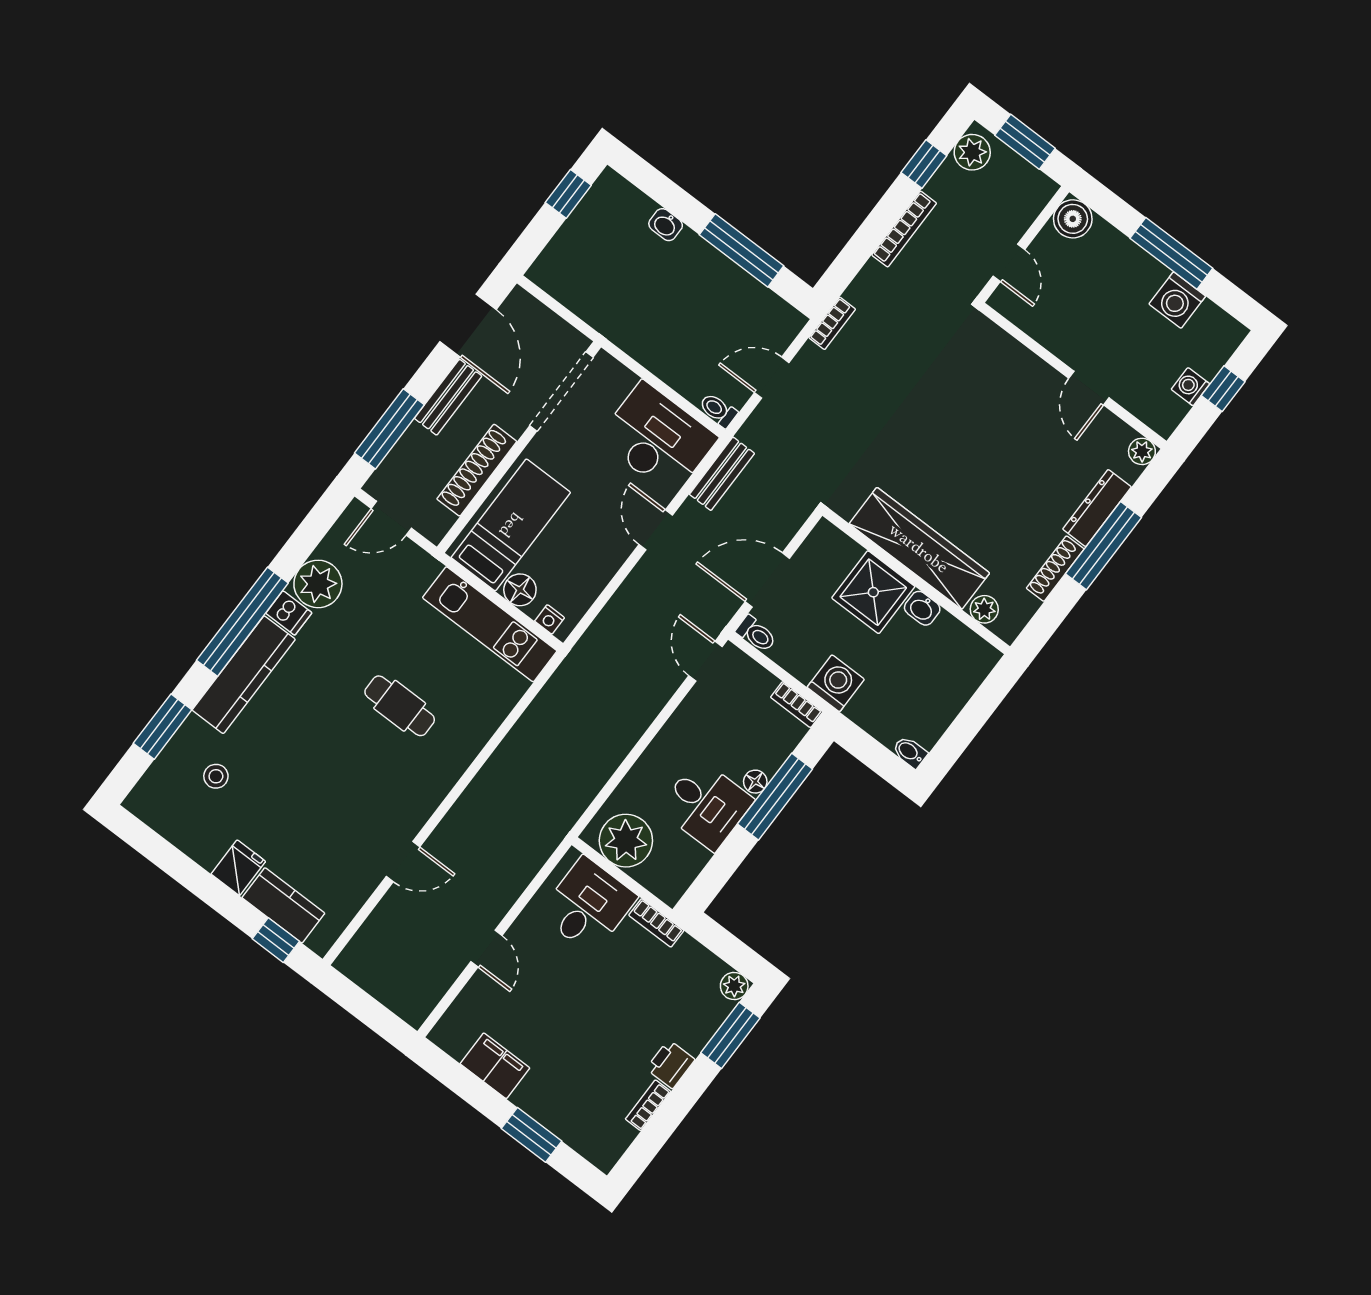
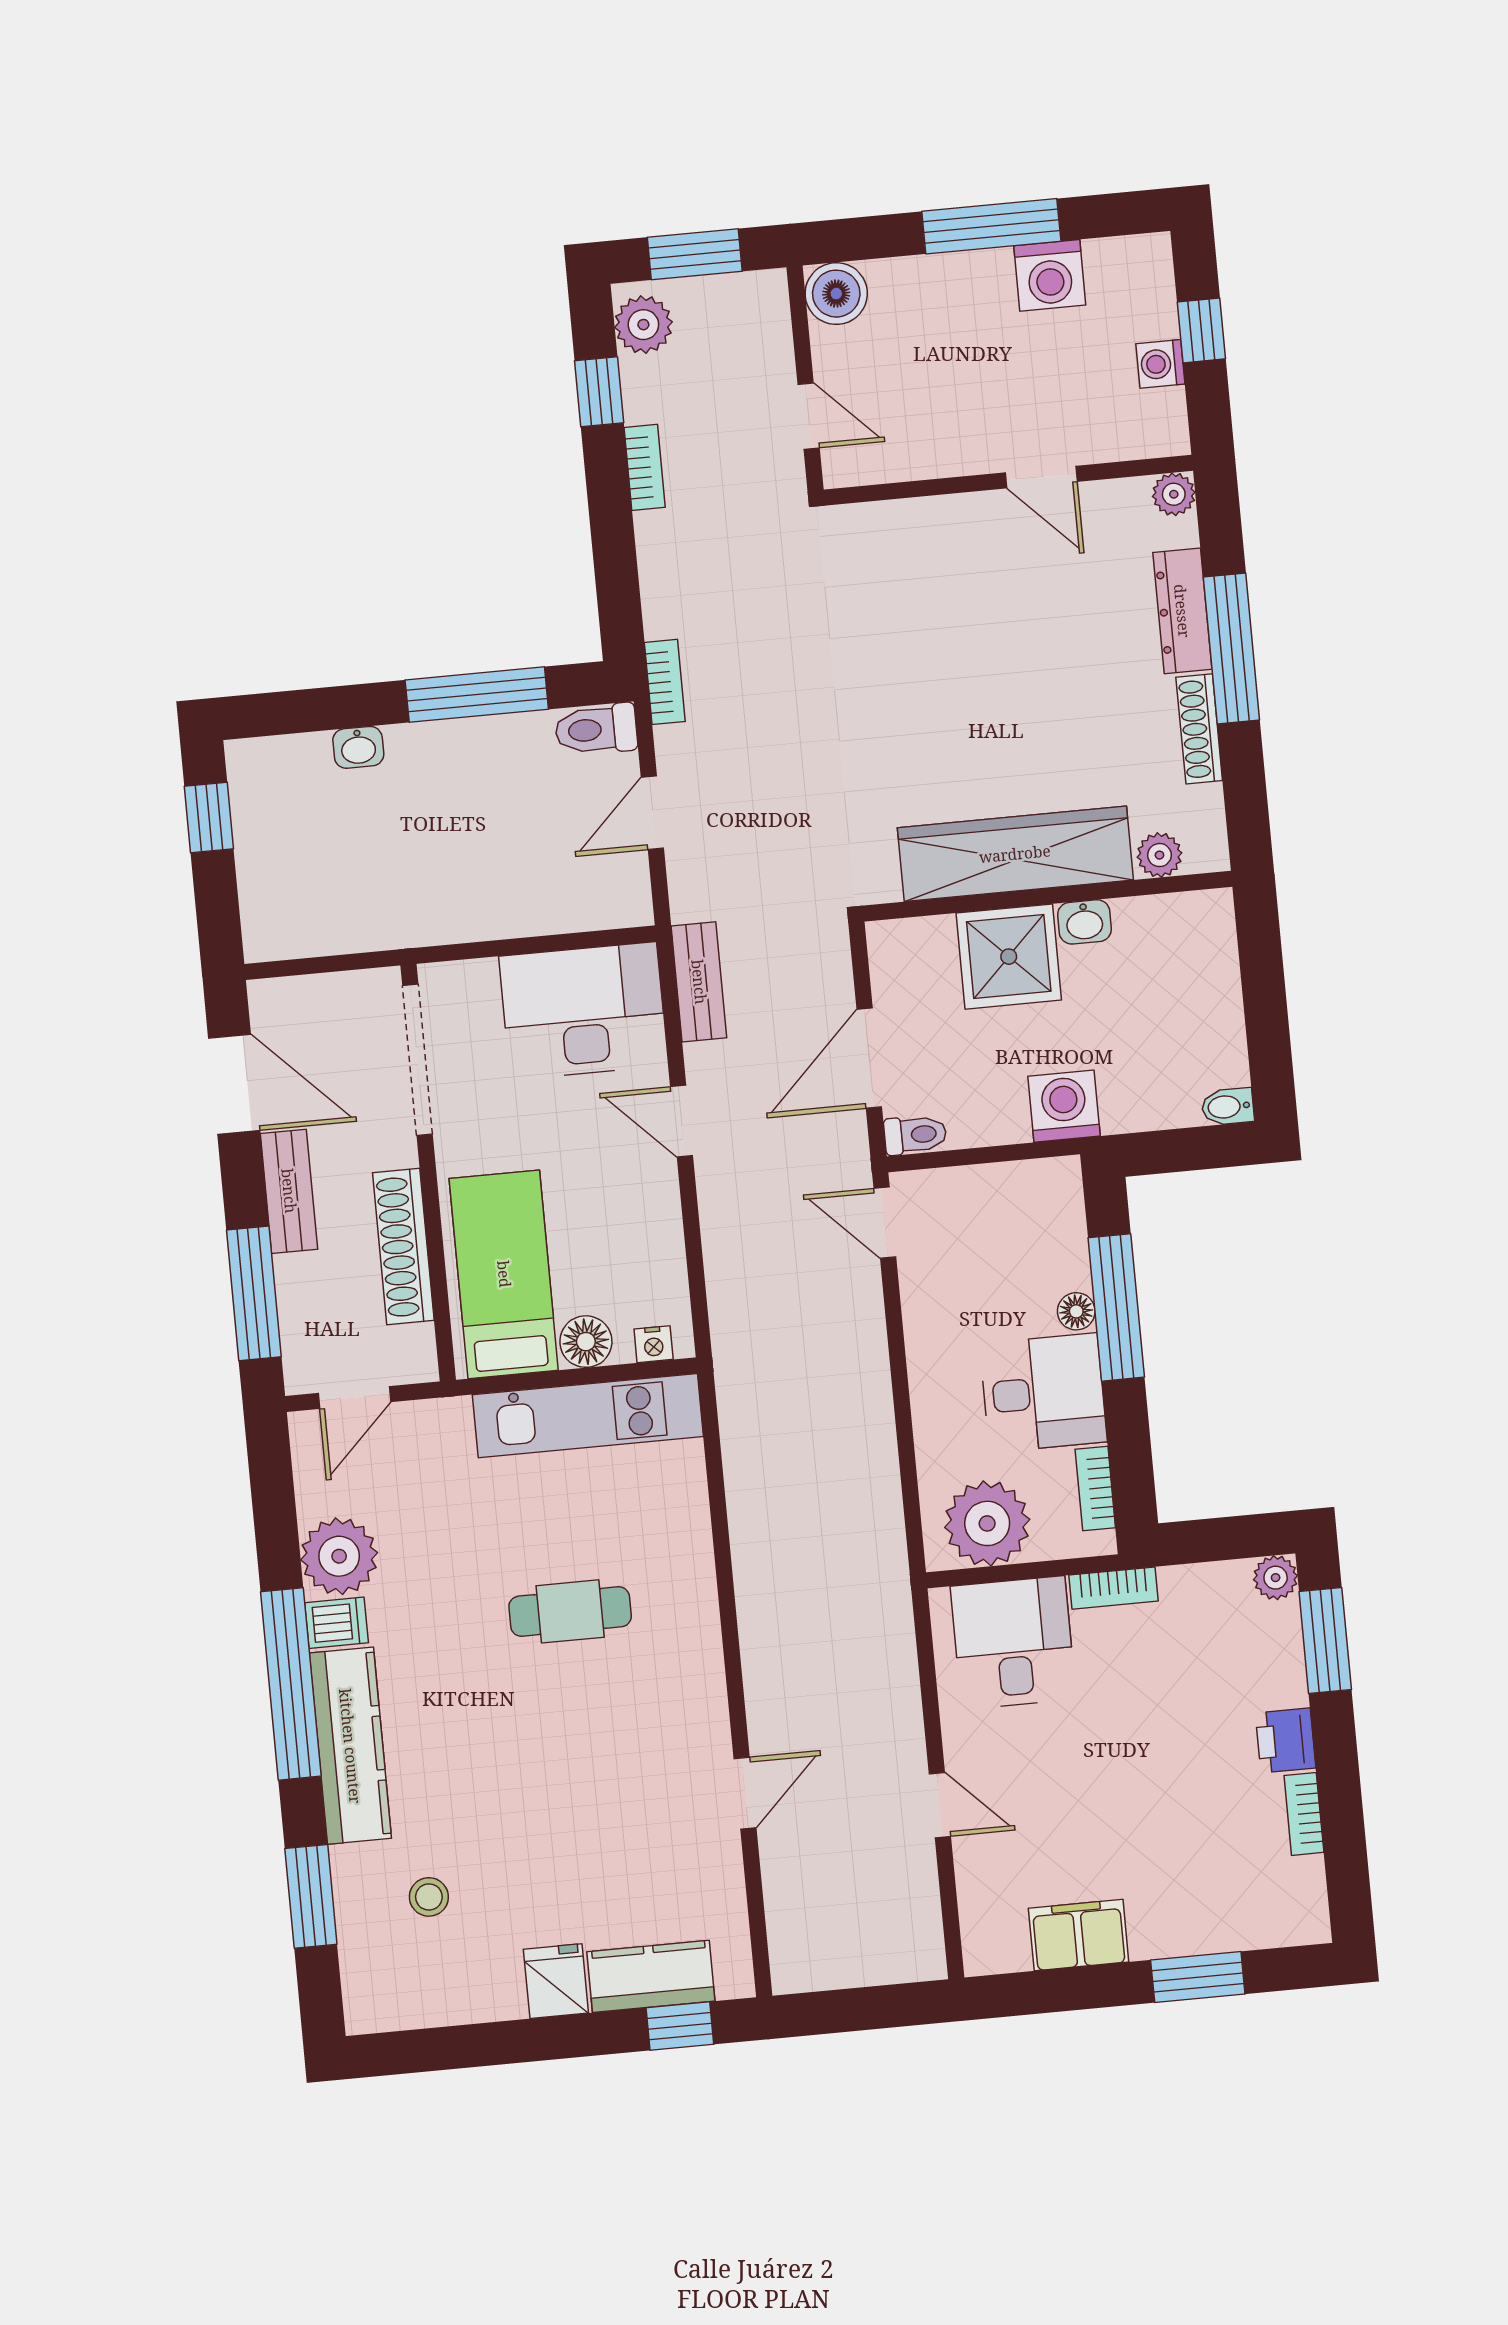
bookcase: (904, 229) -> (645, 467), width x0.64
toilet: (718, 410) -> (596, 729), moved, width x1.37, depth x1.39
bookcase: (797, 705) -> (1095, 1488), moved, turned 90

